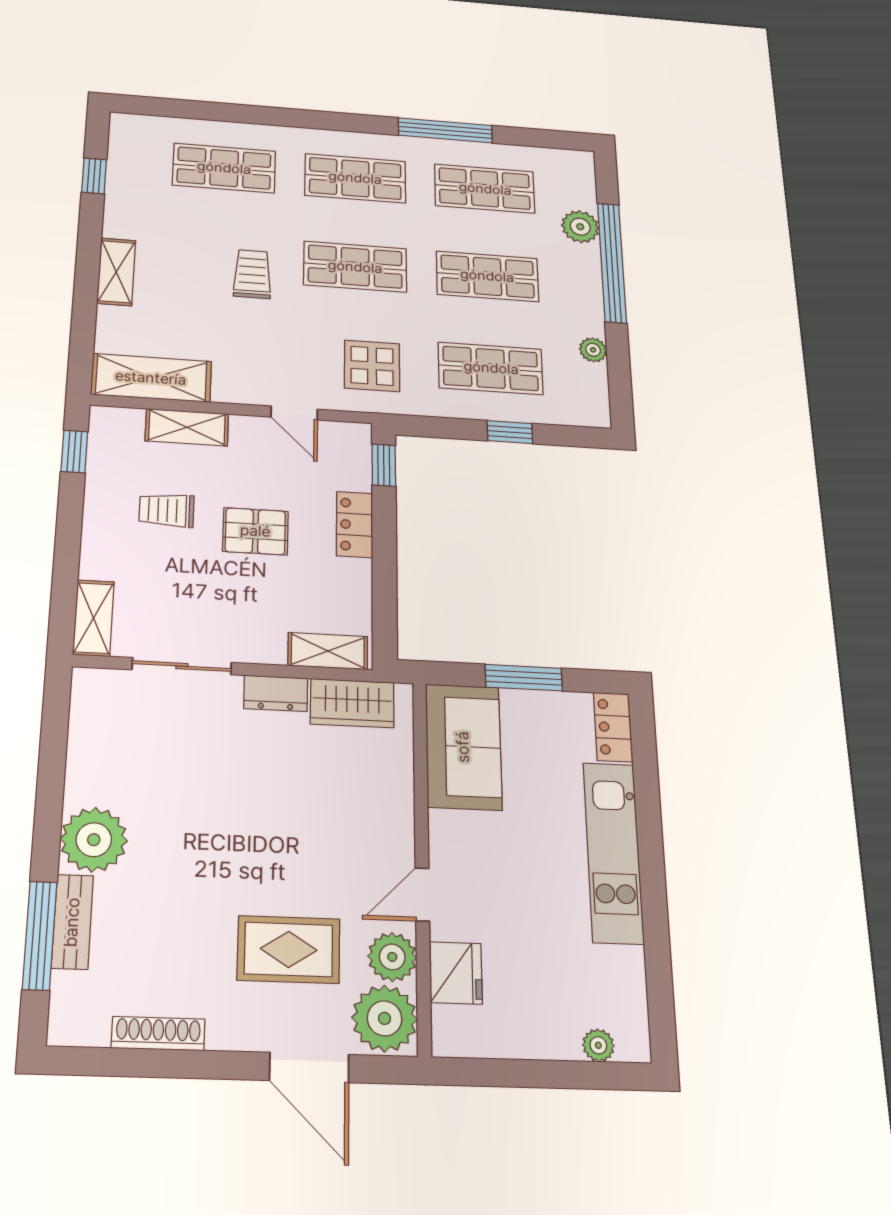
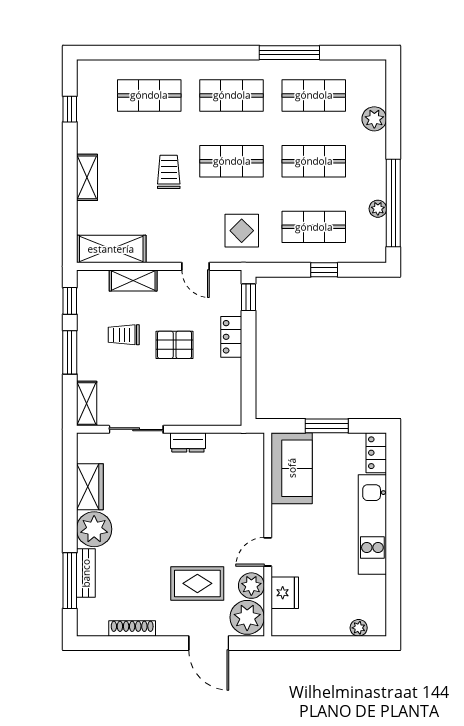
window: (612, 263) -> (393, 203), moved
window: (69, 533) -> (70, 352), added
shelving: (328, 651) -> (216, 416), removed
wardrobe: (352, 703) -> (90, 487), moved, turned -90

